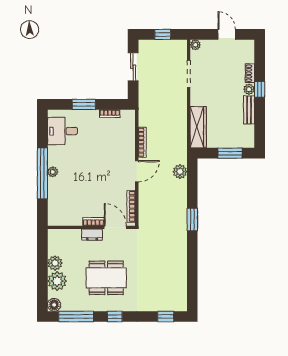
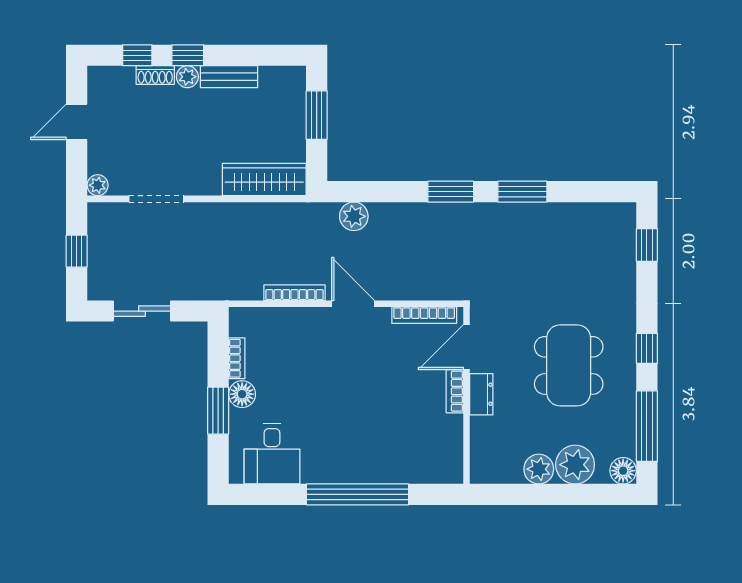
window: (260, 64) -> (137, 55), added
floor lamp: (92, 116) -> (242, 394), added
plant: (53, 172) -> (355, 473), removed
window: (192, 255) -> (522, 192), added

